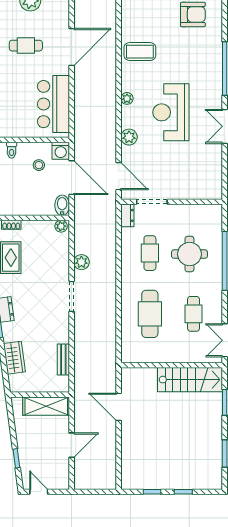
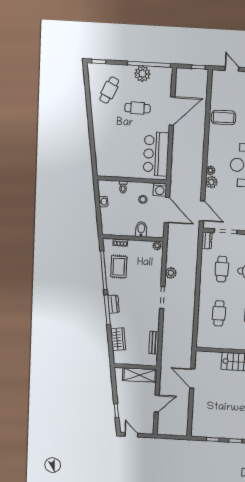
plant: (127, 98) -> (211, 170), moved
bidet: (62, 205) -> (141, 229), moved
cafe table: (150, 314) -> (219, 313), width x0.73, depth x0.74

